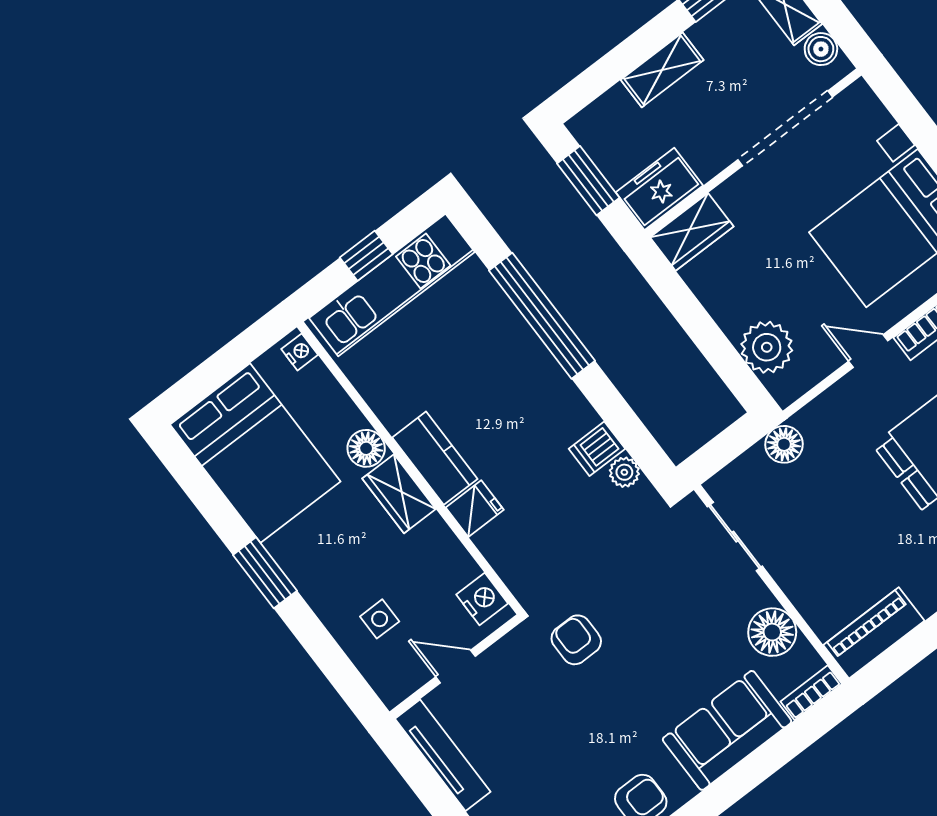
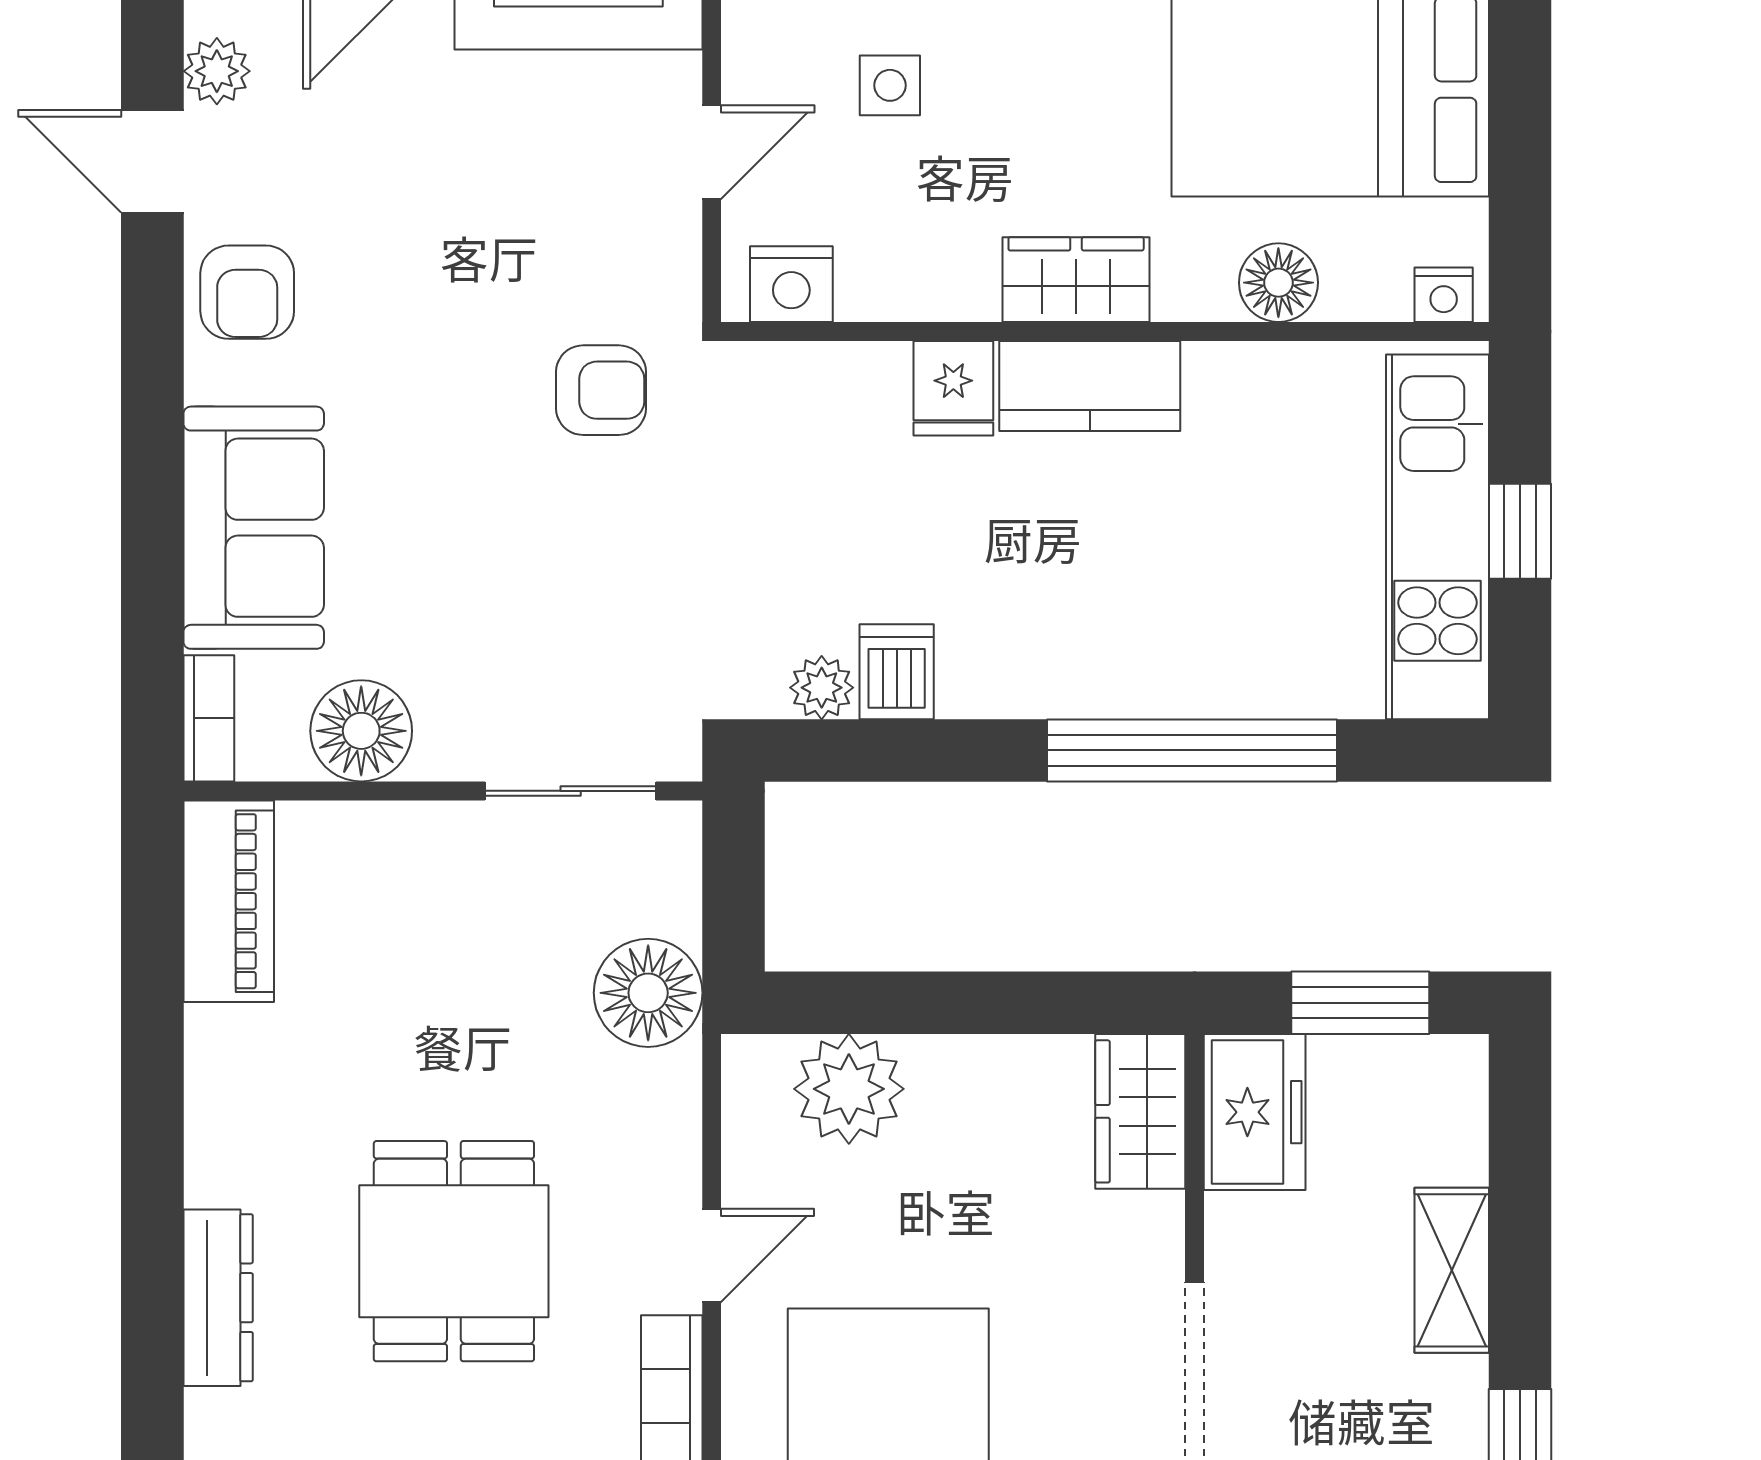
floor lamp: (784, 444) -> (648, 993), width x1.38, depth x1.38
floor lamp: (366, 448) -> (1278, 283), moved

